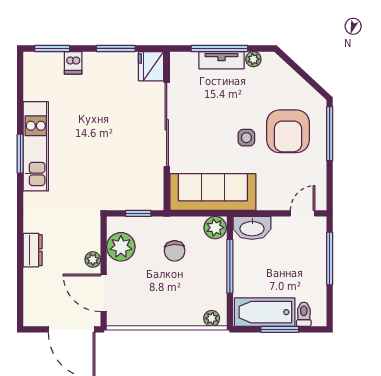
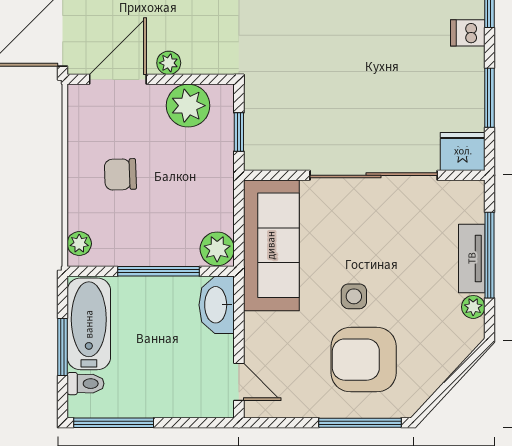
chair: (175, 251) -> (120, 174), moved
window: (330, 258) -> (114, 423), moved

